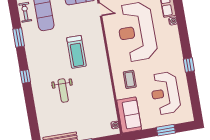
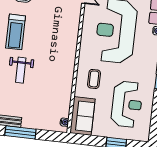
treadmill: (76, 52) -> (16, 32), moved
reception desk: (165, 93) -> (127, 104), turned 180

